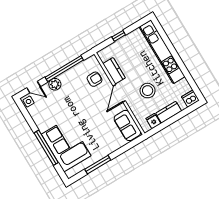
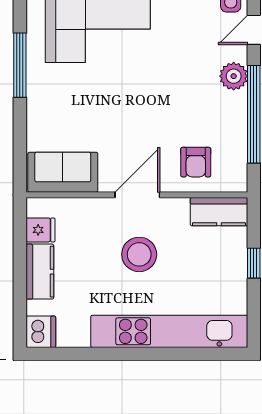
kitchen counter: (114, 71) -> (219, 212), moved
stool: (148, 91) -> (139, 254), moved
door: (119, 93) -> (137, 195), hinge flipped

